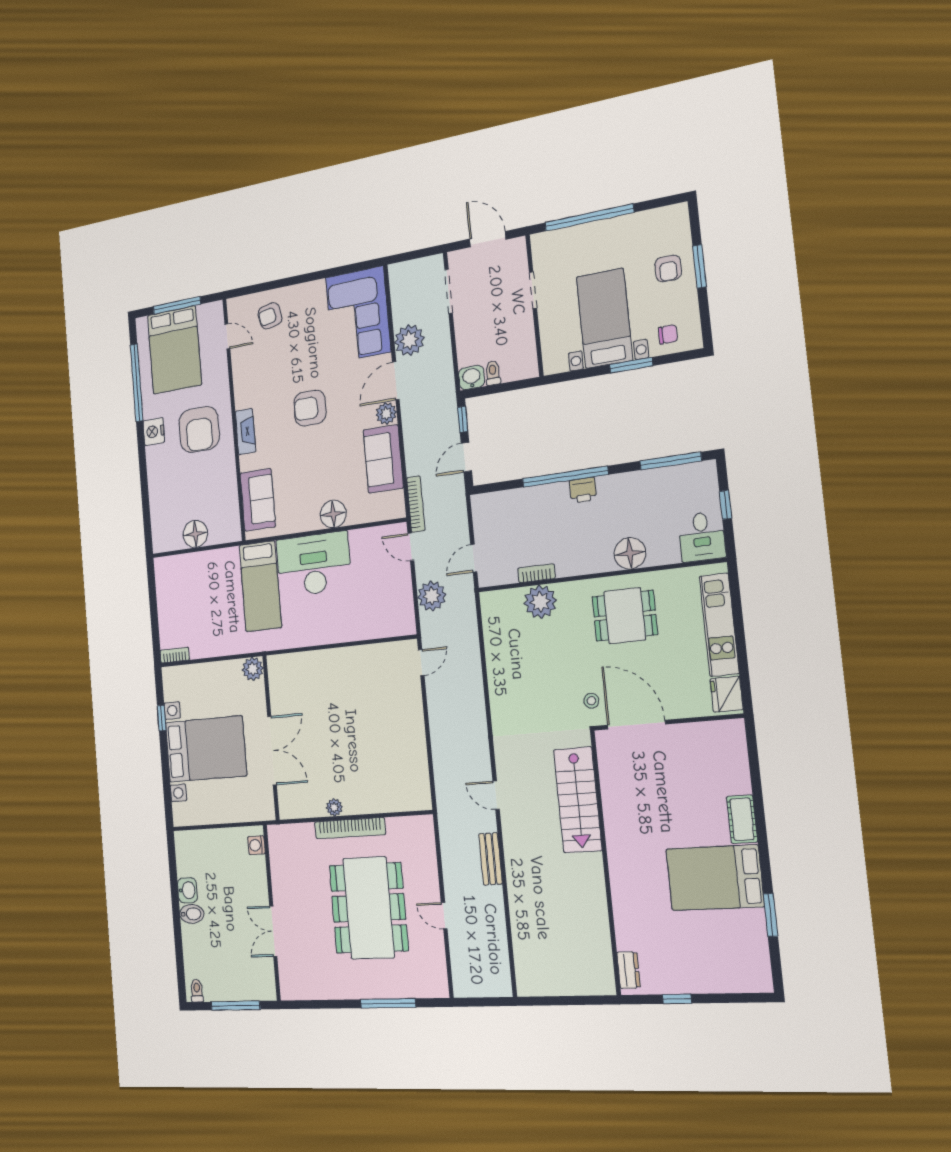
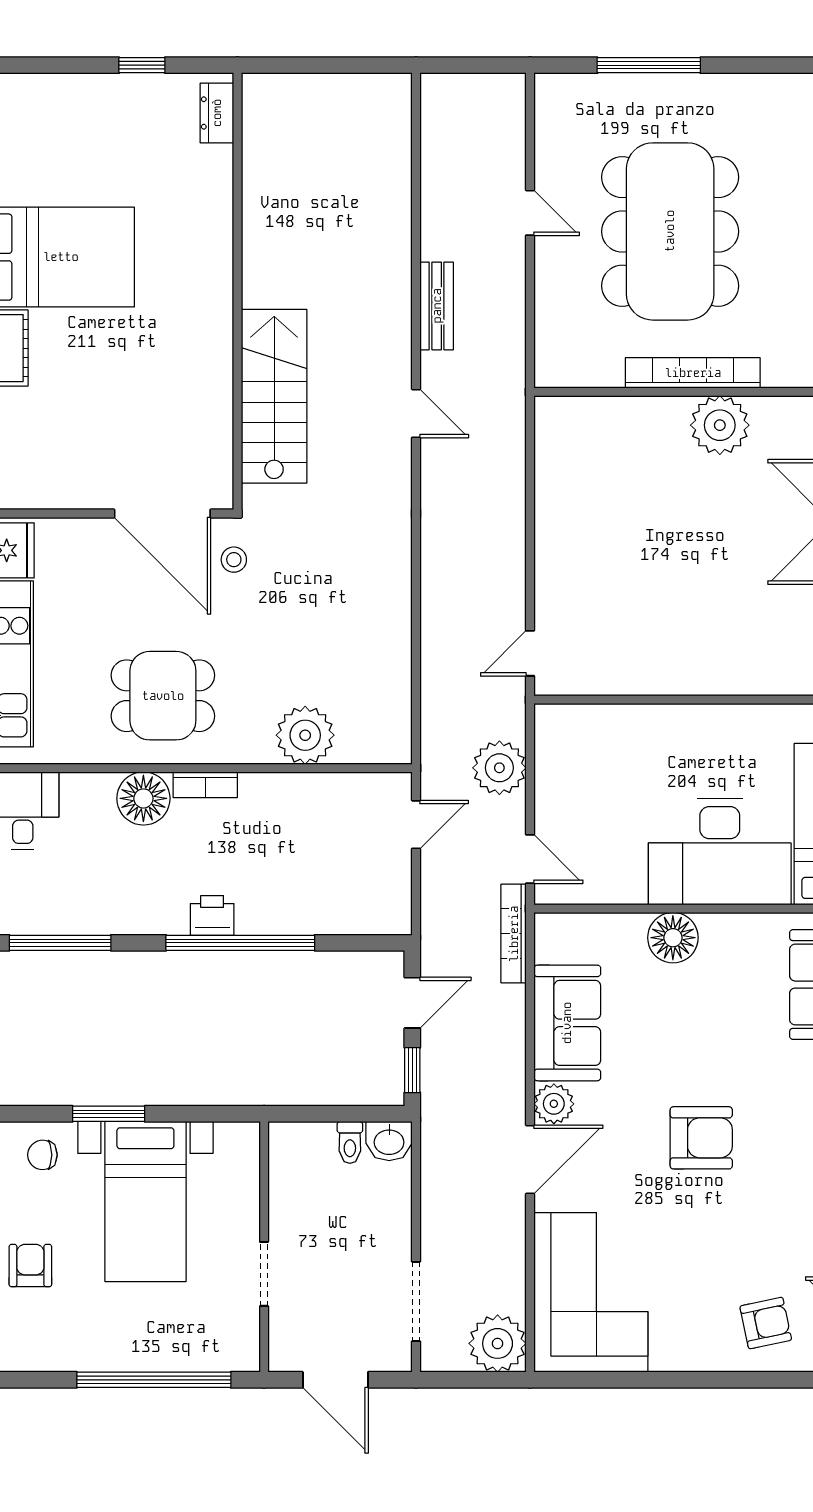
plant: (409, 340) -> (498, 1343), moved
bookcase: (536, 573) -> (205, 785), moved
plant: (334, 807) -> (720, 425), width x1.88, depth x1.88

